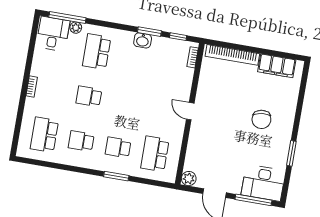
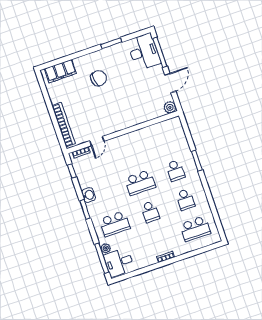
window: (149, 32) -> (85, 209), moved
filing cabinet: (277, 66) -> (60, 71), moved, turned 90
door: (190, 111) -> (97, 141), moved
school desk: (155, 154) -> (140, 183), moved

